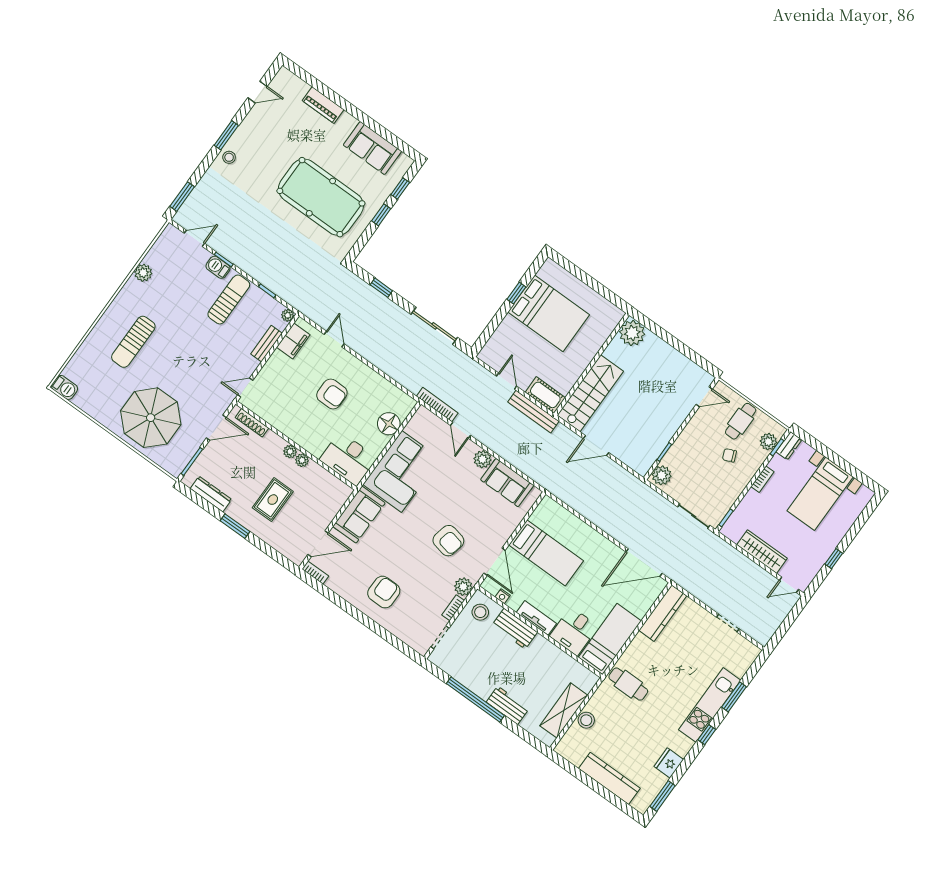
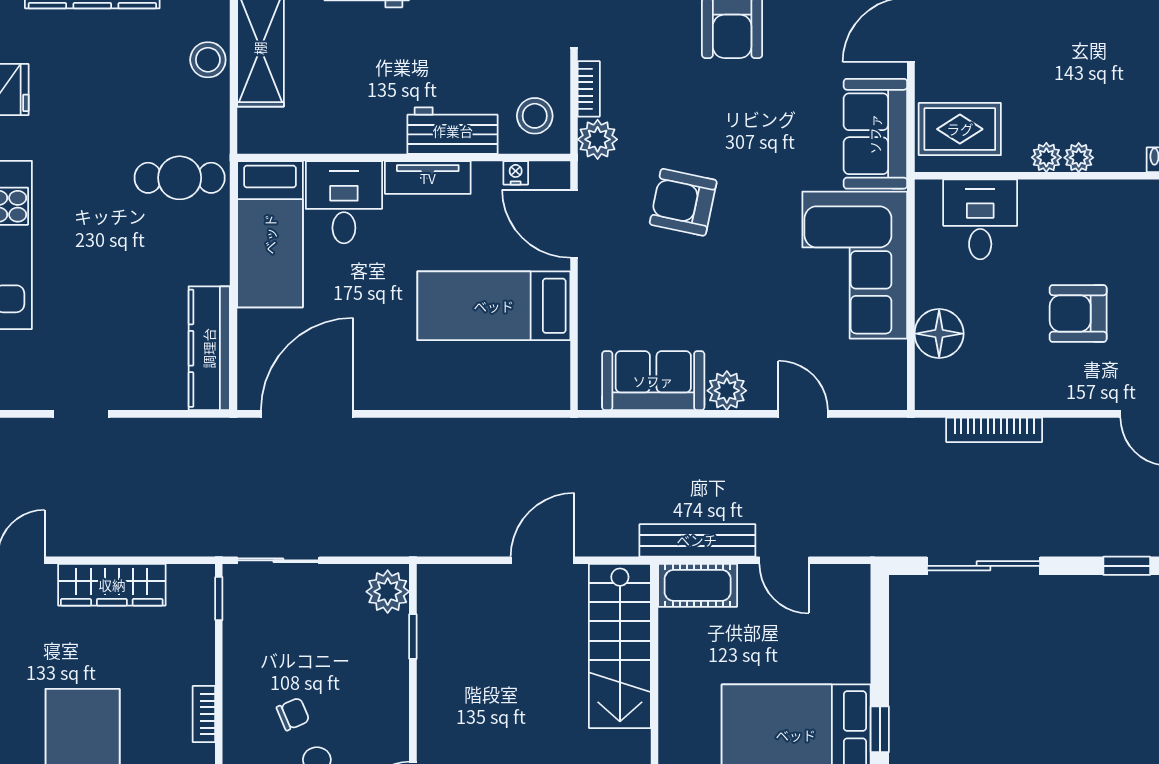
bookcase: (437, 405) -> (994, 430), moved
desk: (348, 459) -> (980, 219), width x0.73
rug: (273, 500) -> (960, 129), moved, turned 90

